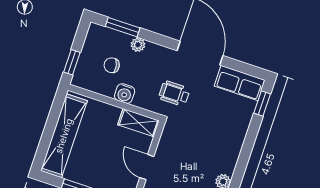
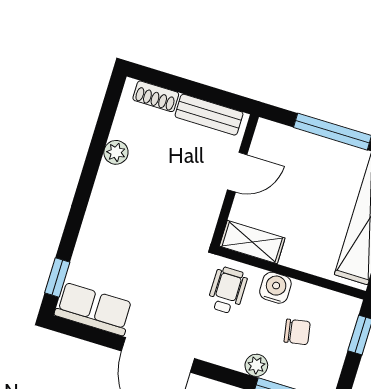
wheelchair: (174, 93) -> (227, 290), moved, turned -90
door: (147, 167) -> (237, 172), hinge flipped

